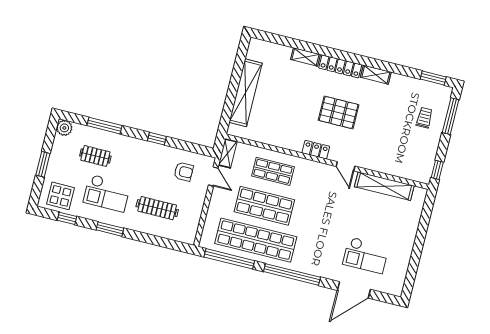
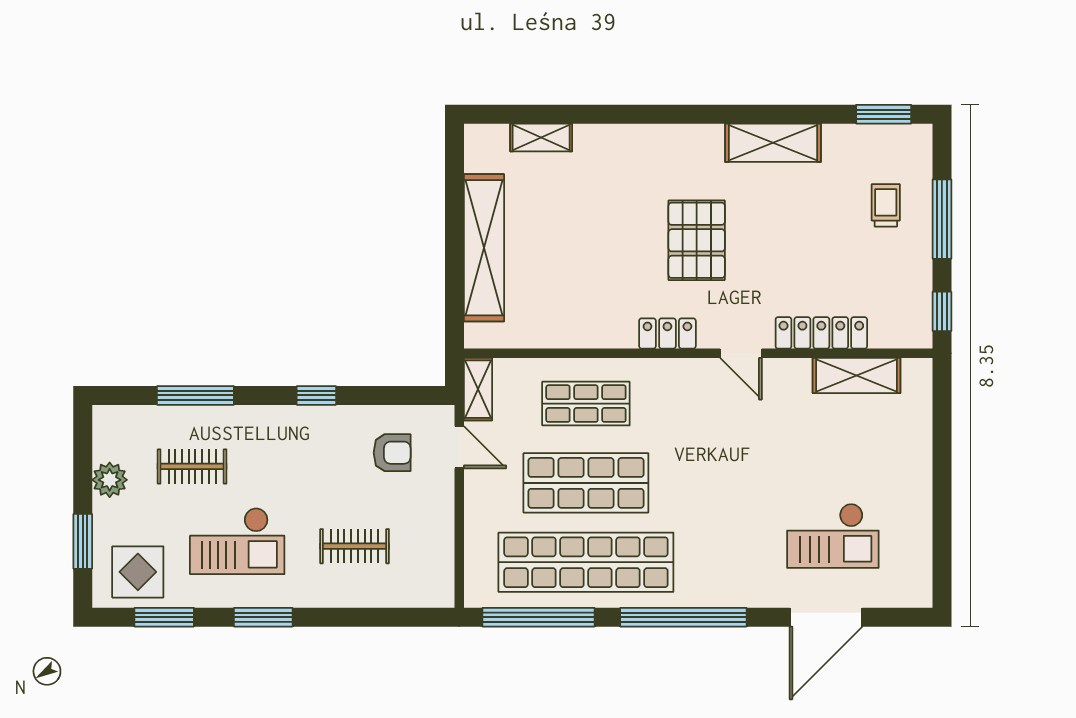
shelving: (305, 57) -> (541, 137), moved
locker: (340, 66) -> (821, 333), moved, turned 180
shelving: (376, 75) -> (773, 143), width x1.50, depth x1.33
pallet: (339, 112) -> (697, 240), turned 90
window: (451, 116) -> (942, 219), moved
plant: (64, 128) -> (110, 480), moved
window: (43, 164) -> (83, 541), moved
shelving: (384, 186) -> (856, 375), width x0.68
clothes rail: (157, 208) -> (355, 546), width x0.73
window: (67, 218) -> (164, 617), width x1.50

